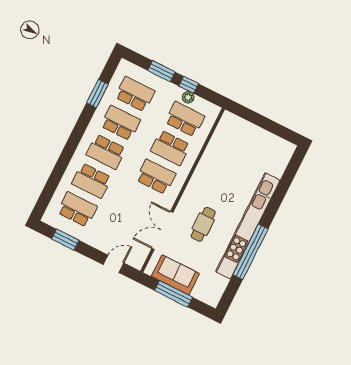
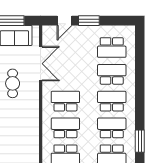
school desk: (120, 123) -> (112, 128), turned 180
school desk: (156, 177) -> (65, 101), turned 180
window: (65, 240) -> (89, 21), moved

